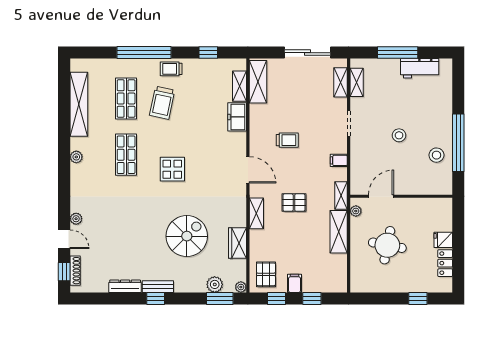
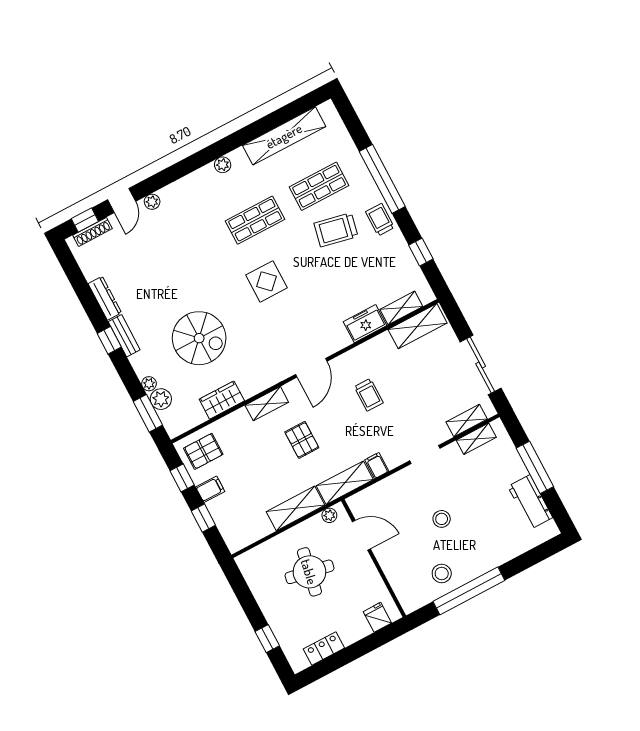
shelving: (341, 195) -> (345, 483), width x1.50, depth x1.33
fridge: (443, 240) -> (377, 617), moved
plant: (241, 287) -> (149, 384), moved

